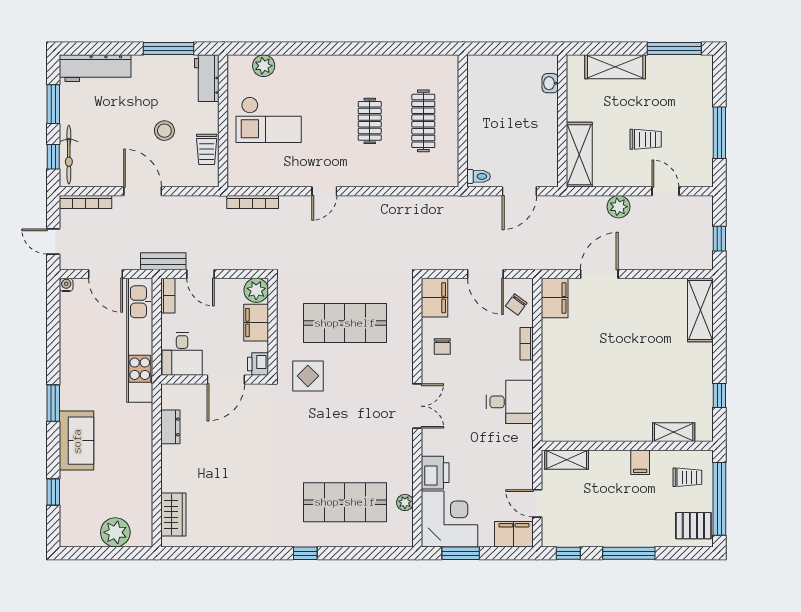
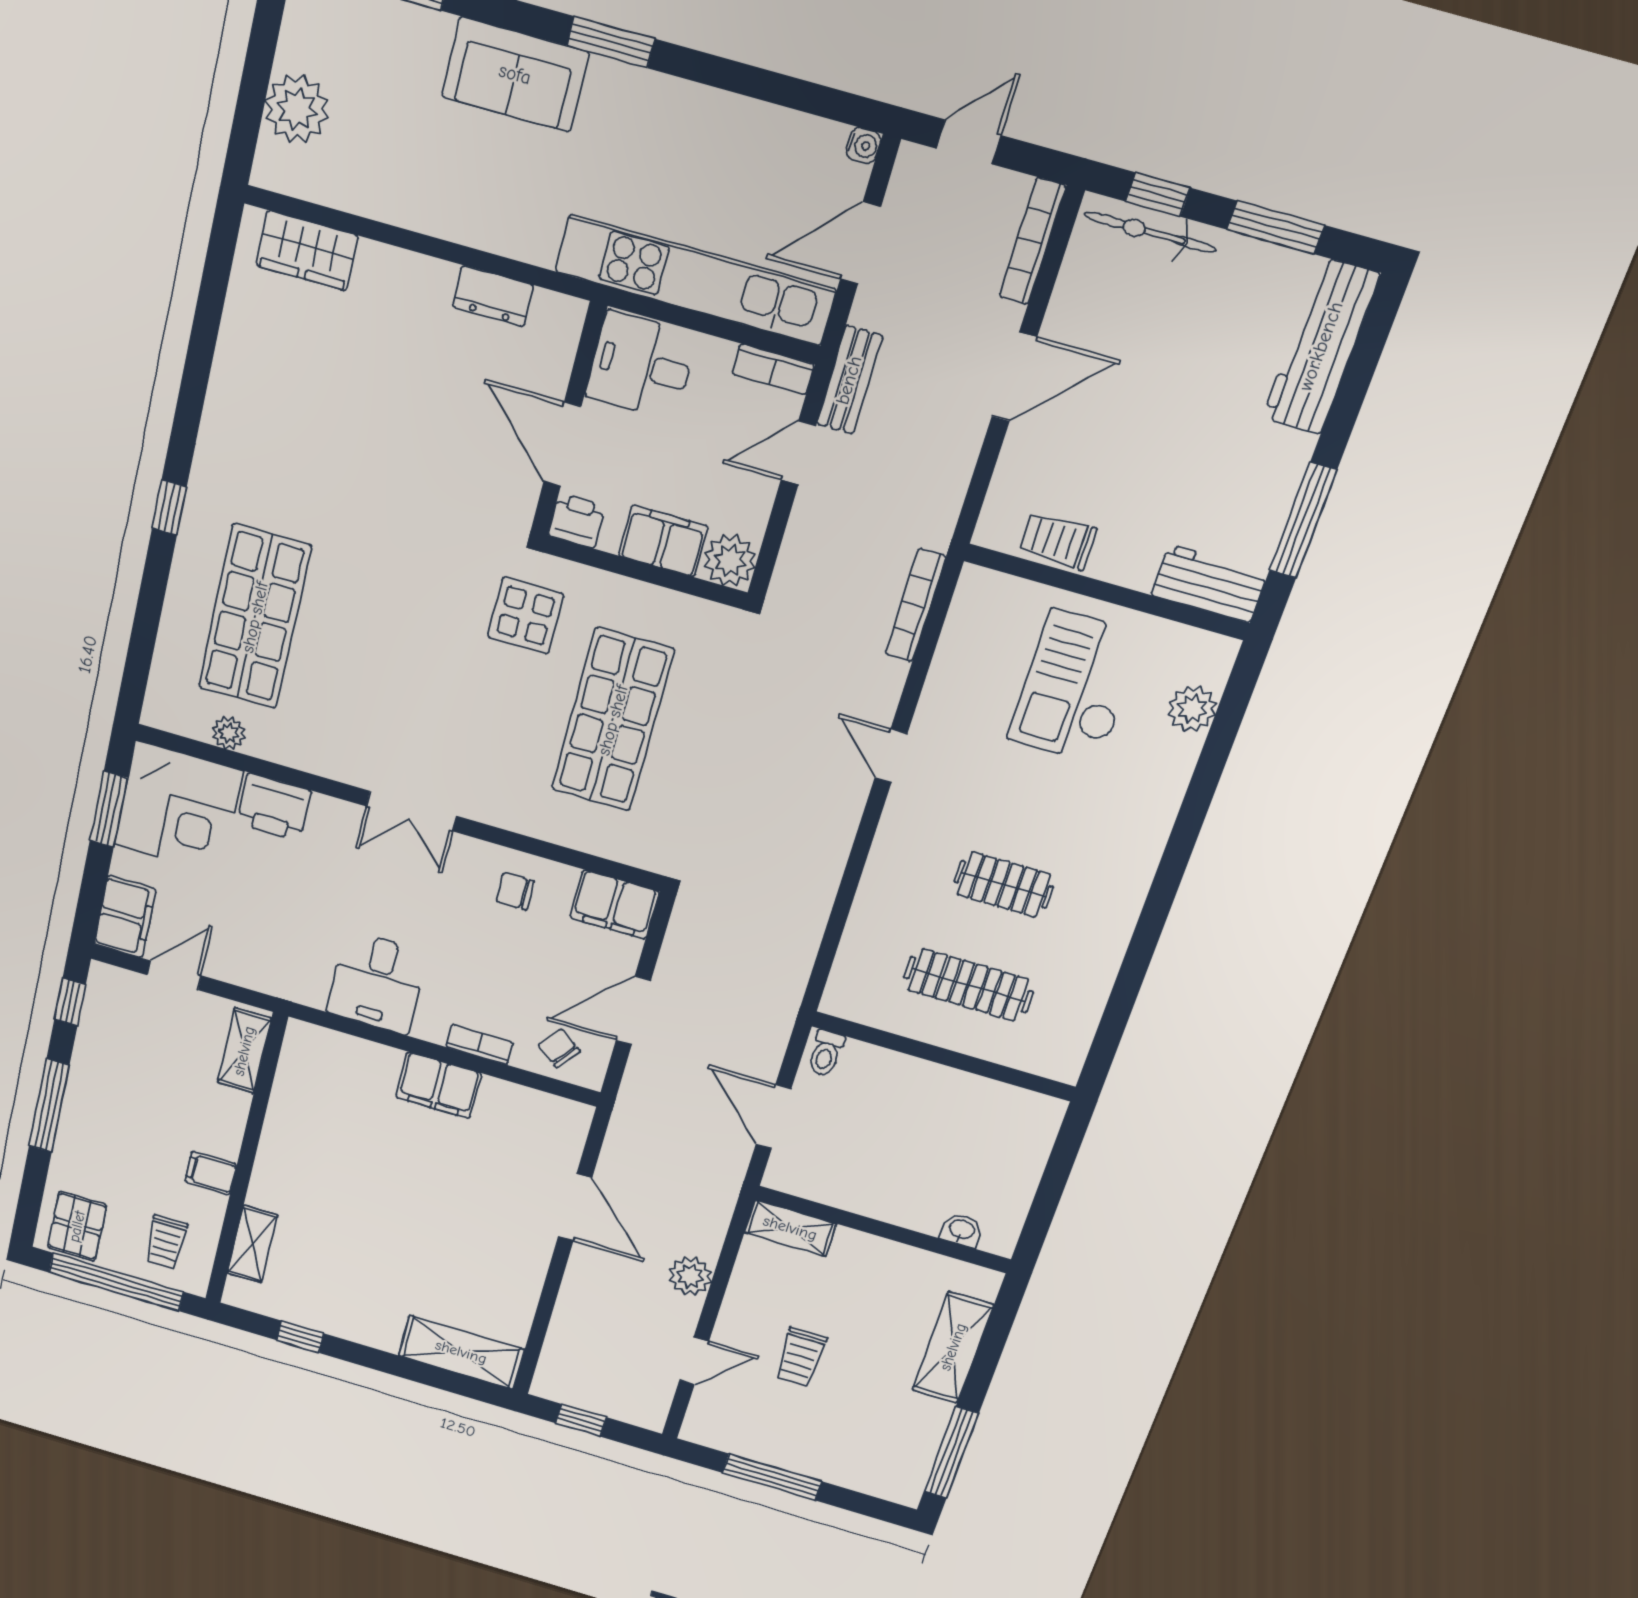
stool: (164, 131) -> (1129, 462), removed
shelving: (579, 155) -> (790, 1228), width x0.67, depth x0.75
filing cabinet: (555, 298) -> (439, 1085), moved

